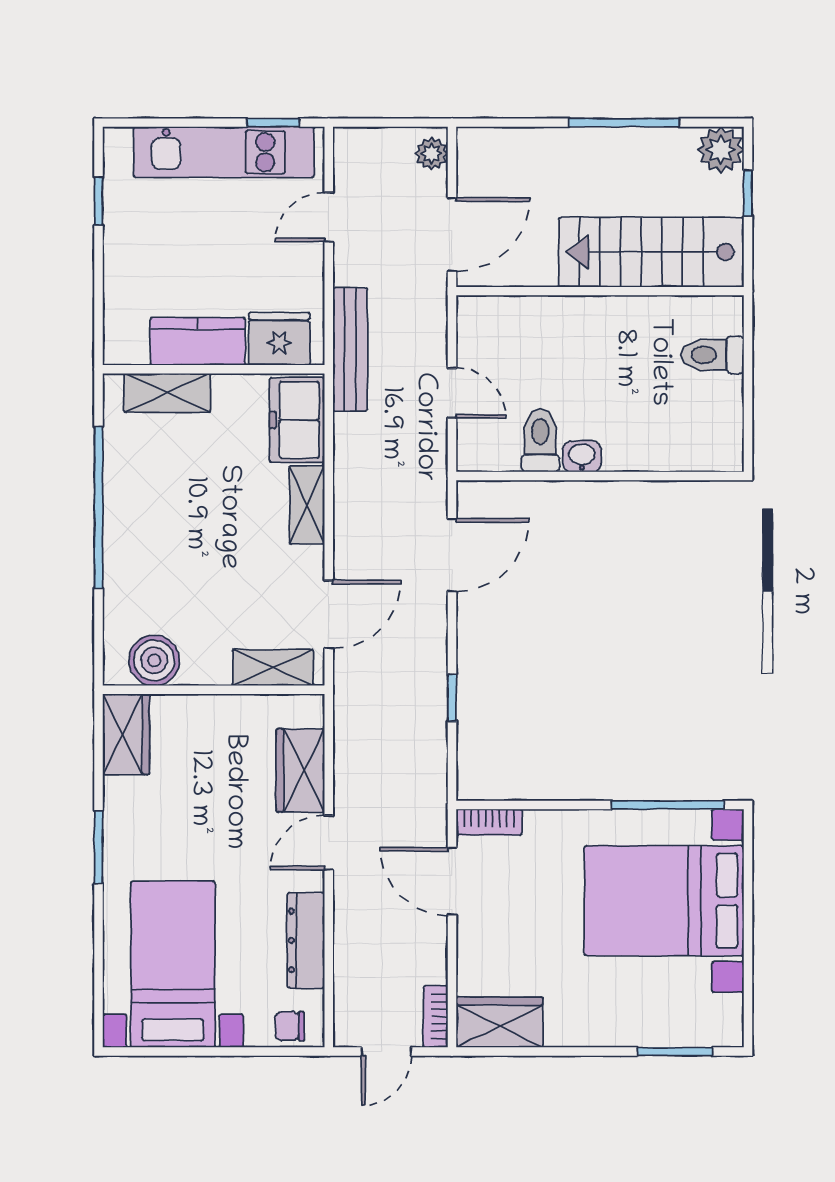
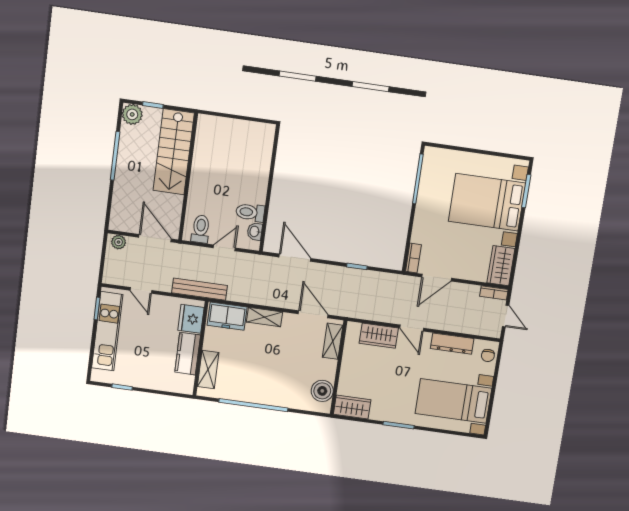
toilet: (713, 355) -> (201, 229), moved, turned 180
washbasin: (582, 456) -> (255, 231), moved
bed with nightstands: (664, 901) -> (487, 202), moved, turned 90

